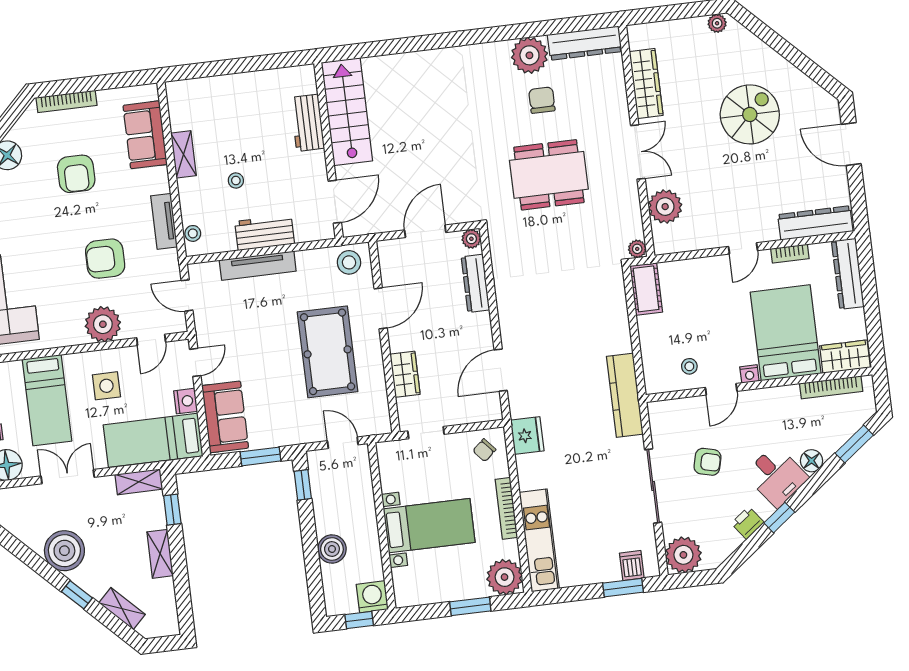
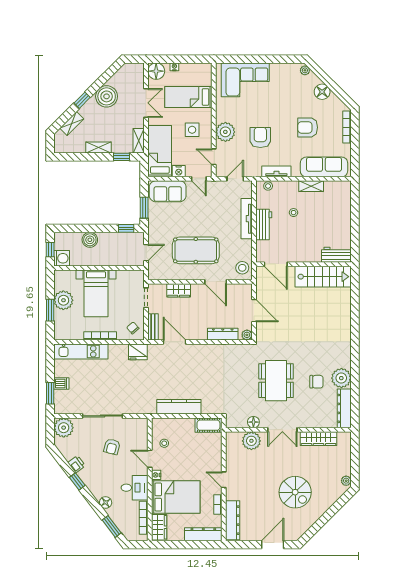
workbench: (307, 123) -> (336, 255), moved
sofa: (145, 135) -> (324, 167), width x1.36
floor lamp: (630, 207) -> (253, 422), added
plant: (637, 249) -> (231, 423), removed
kitchen counter: (625, 395) -> (179, 407), moved
bench: (478, 413) -> (153, 327), added
desk: (776, 476) -> (135, 488), moved, turned -143
dishwasher: (632, 566) -> (61, 384), moved
plant: (505, 577) -> (63, 300), moved

